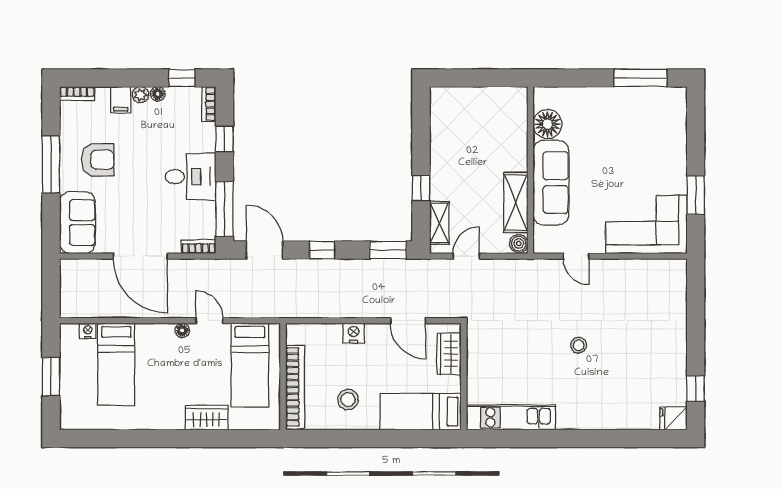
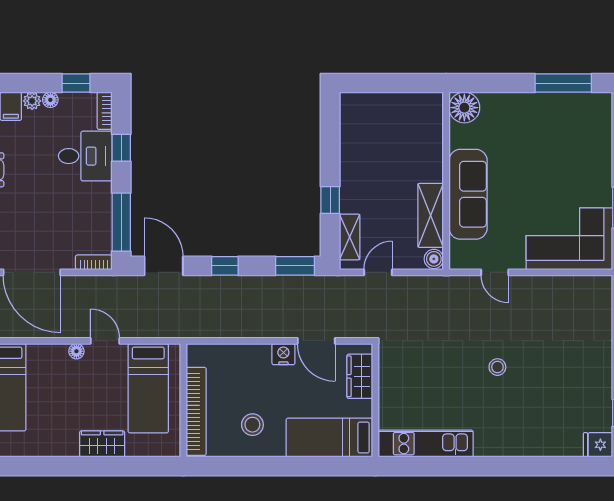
floor lamp: (547, 124) -> (464, 108), moved
desk: (191, 177) -> (85, 156), moved
nightstand: (354, 333) -> (283, 354), moved

